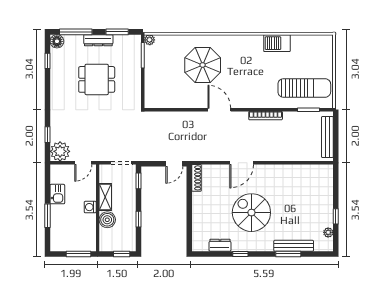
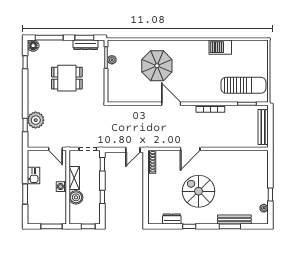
dresser: (98, 40) -> (86, 45), moved
plant: (150, 40) -> (112, 60), moved
plant: (60, 151) -> (36, 120), moved
door: (83, 163) -> (55, 149), hinge flipped

